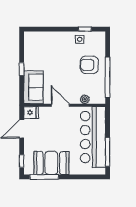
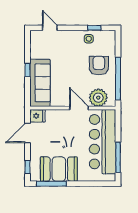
door: (43, 29) -> (50, 28), added
armchair: (89, 65) -> (99, 66), turned 90
sofa: (33, 87) -> (40, 83), width x1.36
plant: (85, 99) -> (98, 98), width x1.87, depth x1.87
door: (60, 105) -> (79, 108), moved

